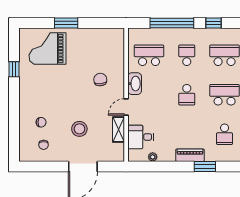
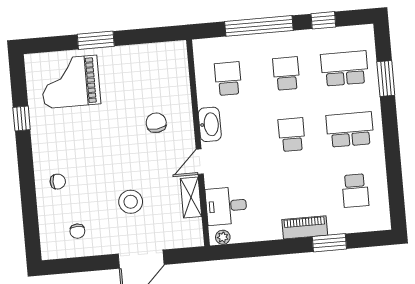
school desk: (149, 55) -> (228, 79), width x0.54
school desk: (187, 95) -> (292, 135), turned 180
chair: (41, 122) -> (58, 182), moved
plant: (153, 157) -> (223, 237), moved

